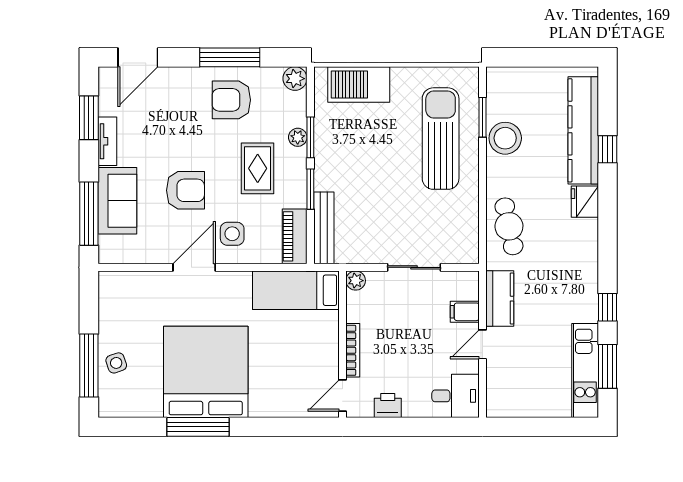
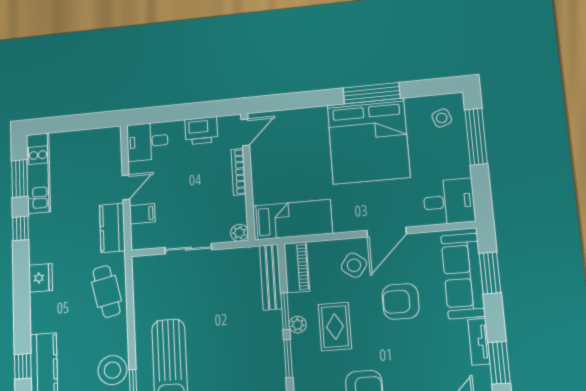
plant: (298, 137) -> (298, 325), moved
sofa: (117, 201) -> (463, 276), width x1.36
fridge: (585, 202) -> (41, 278), moved
window: (89, 214) -> (490, 273), width x0.69
side table: (232, 234) -> (354, 265), turned 36
desk: (125, 295) -> (449, 202), added
side table: (116, 363) -> (442, 118), moved
printer: (388, 406) -> (201, 131), width x1.36, depth x1.24

